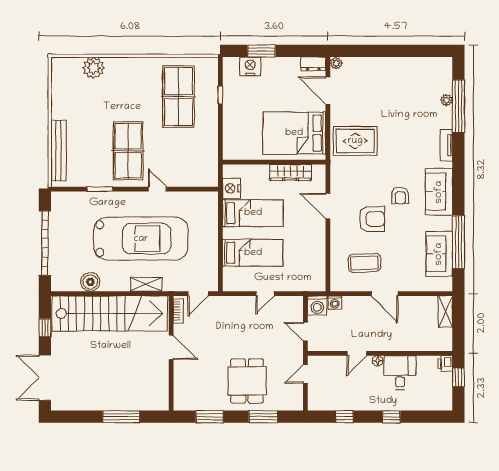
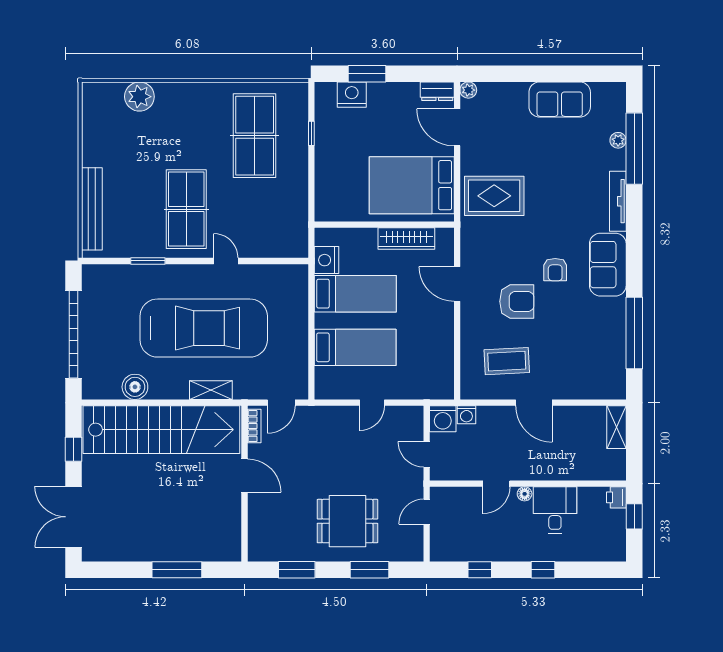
tv unit: (446, 145) -> (618, 201), width x1.41
sofa: (439, 254) -> (560, 100), moved, turned -90
dining table: (247, 381) -> (347, 521), turned 90

